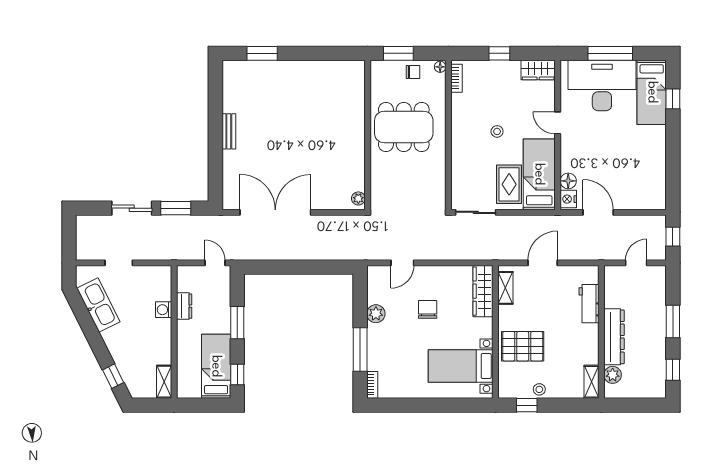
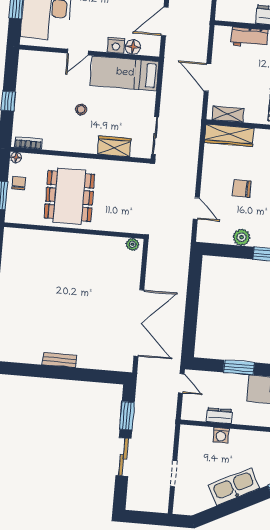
wardrobe: (538, 70) -> (114, 146), moved, turned -90
rug: (509, 184) -> (131, 102), removed
nightstand: (568, 199) -> (116, 45), moved
double door: (275, 212) -> (139, 323), swing flipped
door: (215, 263) -> (181, 383), swing flipped
kitchen sink: (98, 305) -> (234, 487), moved

